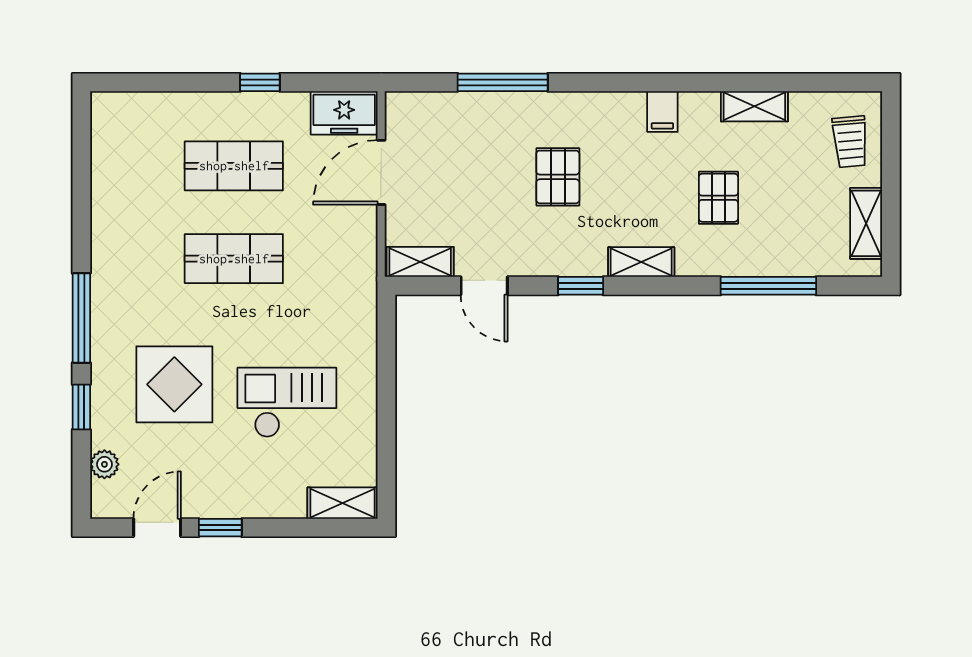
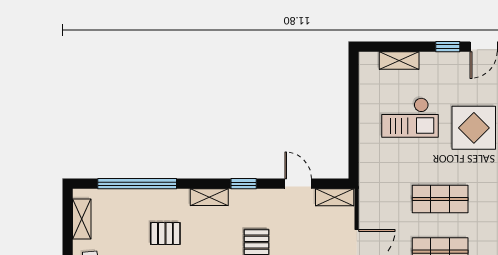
pallet: (718, 198) -> (165, 234), turned 90
window: (768, 286) -> (137, 184), width x1.46
shelving: (342, 503) -> (399, 61), moved

